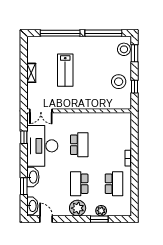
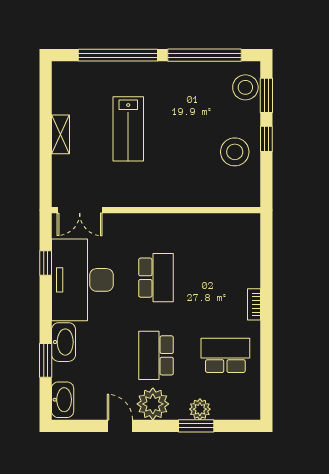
window: (135, 87) -> (266, 139), moved
school desk: (114, 184) -> (225, 355), turned -90
door: (46, 219) -> (120, 426), moved

